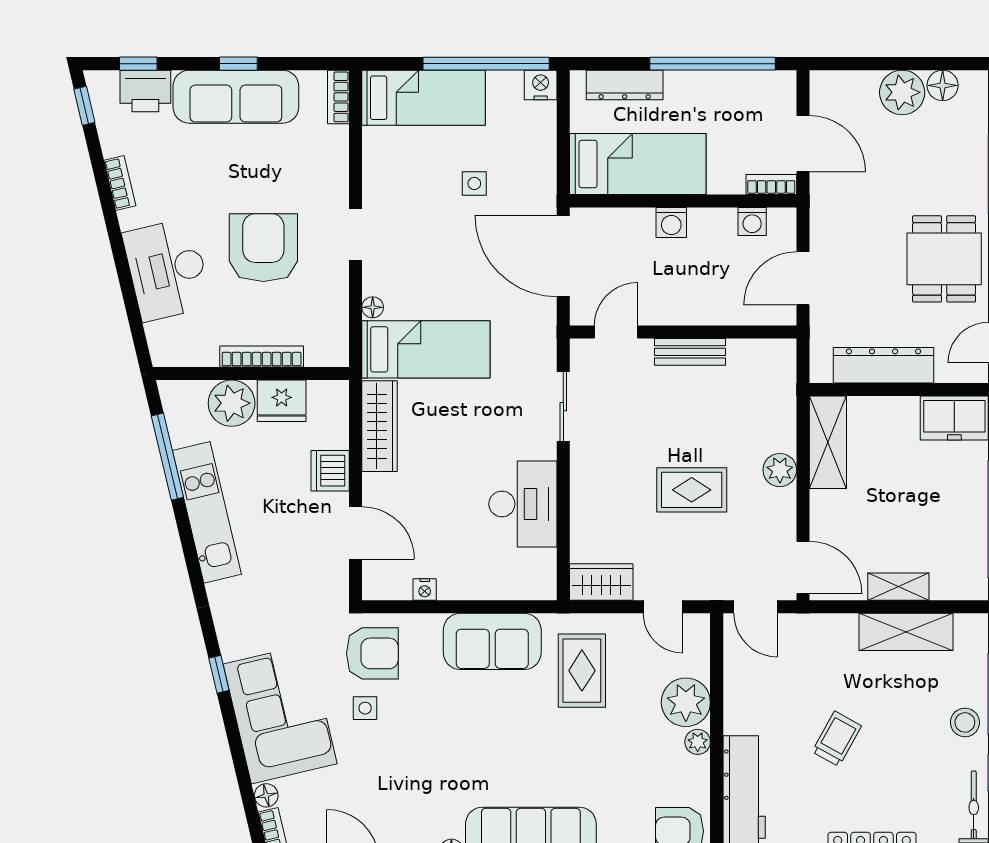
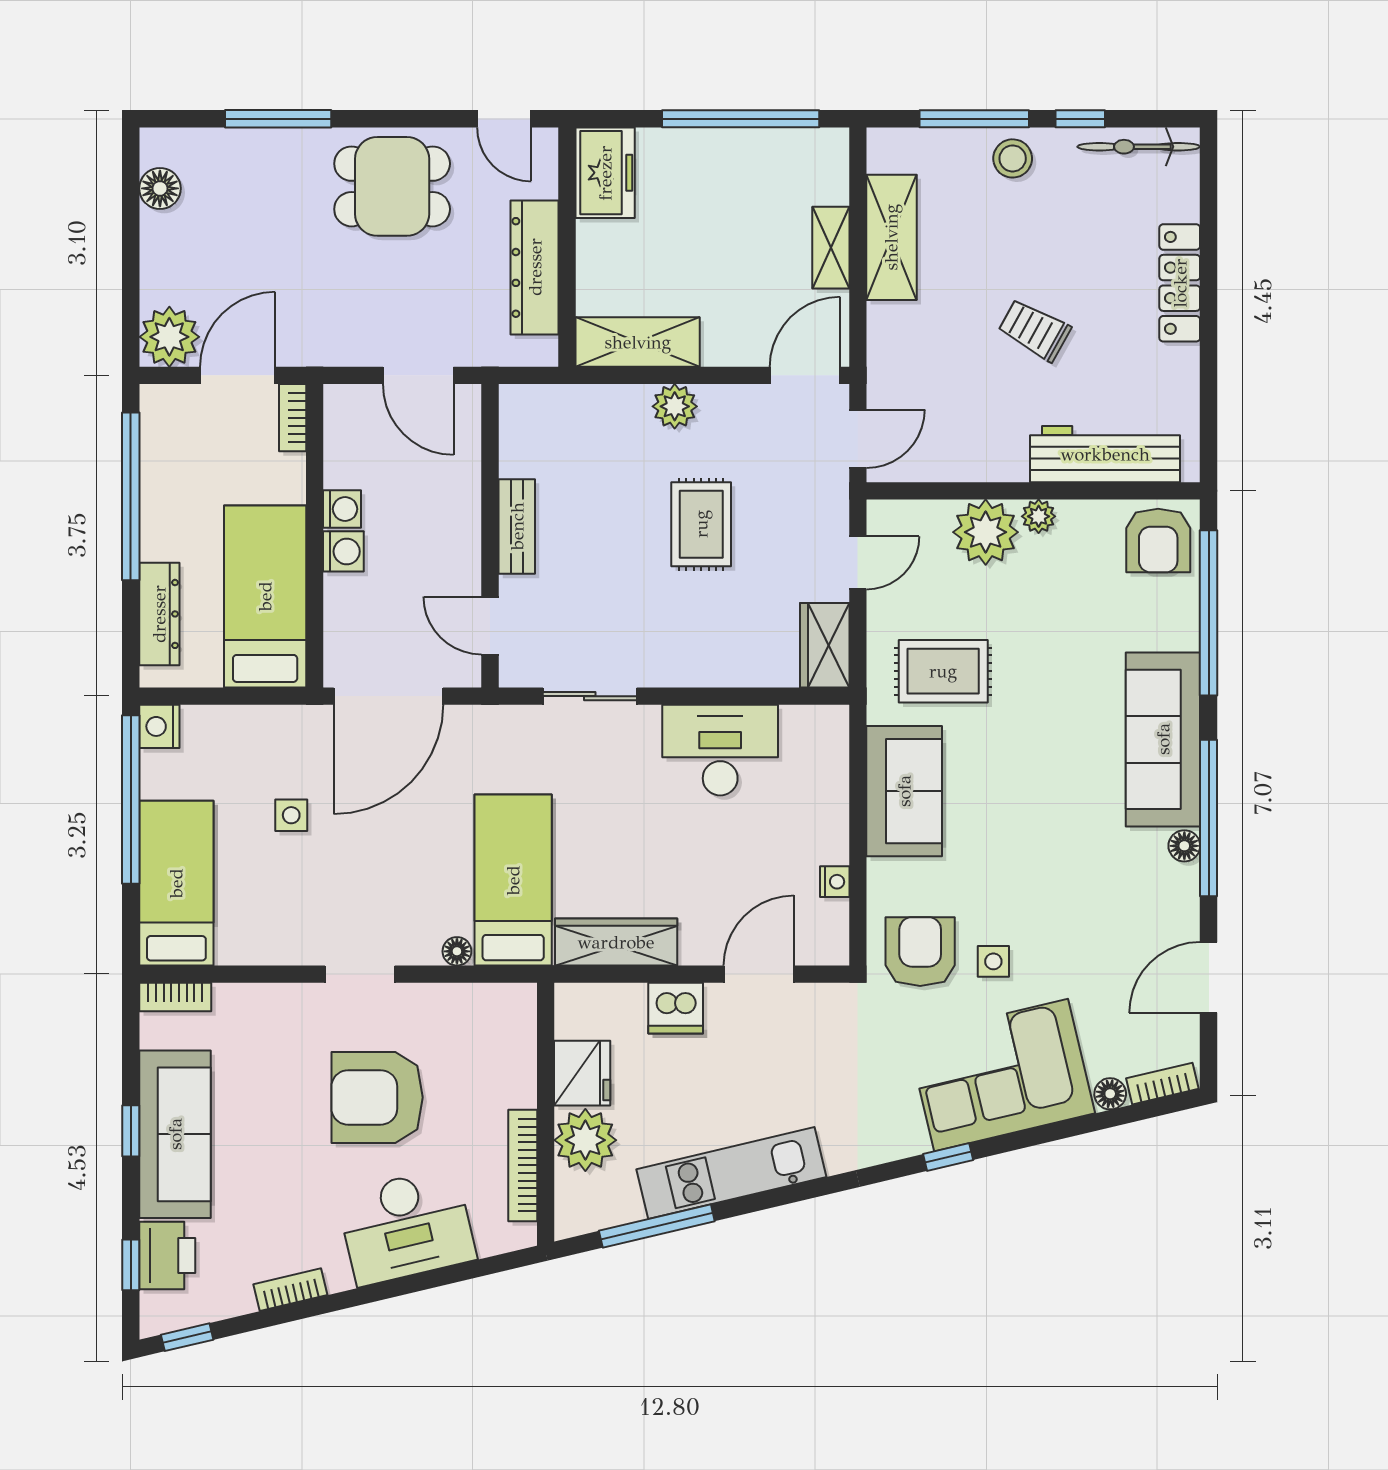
plant: (902, 92) -> (169, 337), moved
washing machine: (752, 221) -> (342, 509), moved
bookcase: (262, 356) -> (523, 1165), moved

